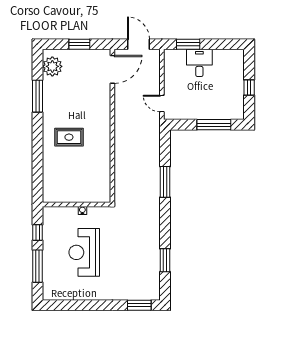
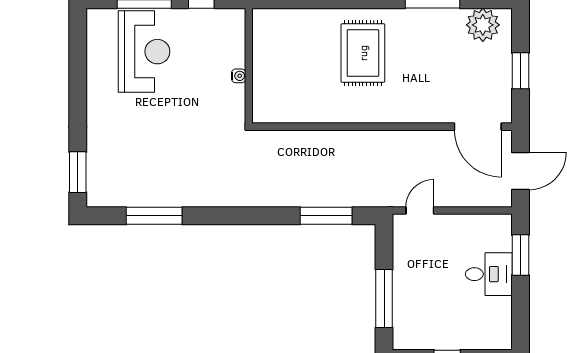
rug: (69, 137) -> (363, 53), width x1.36, depth x1.43
window: (165, 182) -> (326, 216), moved
reception desk: (84, 252) -> (144, 52), moved, turned 90
window: (165, 260) -> (154, 216), width x1.44

